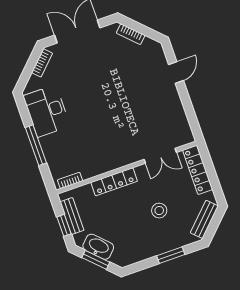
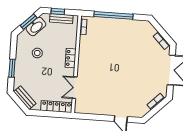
desk: (47, 111) -> (131, 31), removed
window: (36, 145) -> (113, 15), width x1.46
locker: (114, 182) -> (71, 58), width x0.66
stool: (159, 211) -> (37, 53), moved

